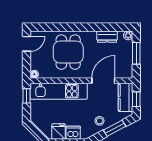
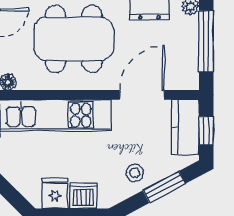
dining table: (68, 52) -> (74, 39), width x1.38
window: (136, 53) -> (206, 41), width x1.44

